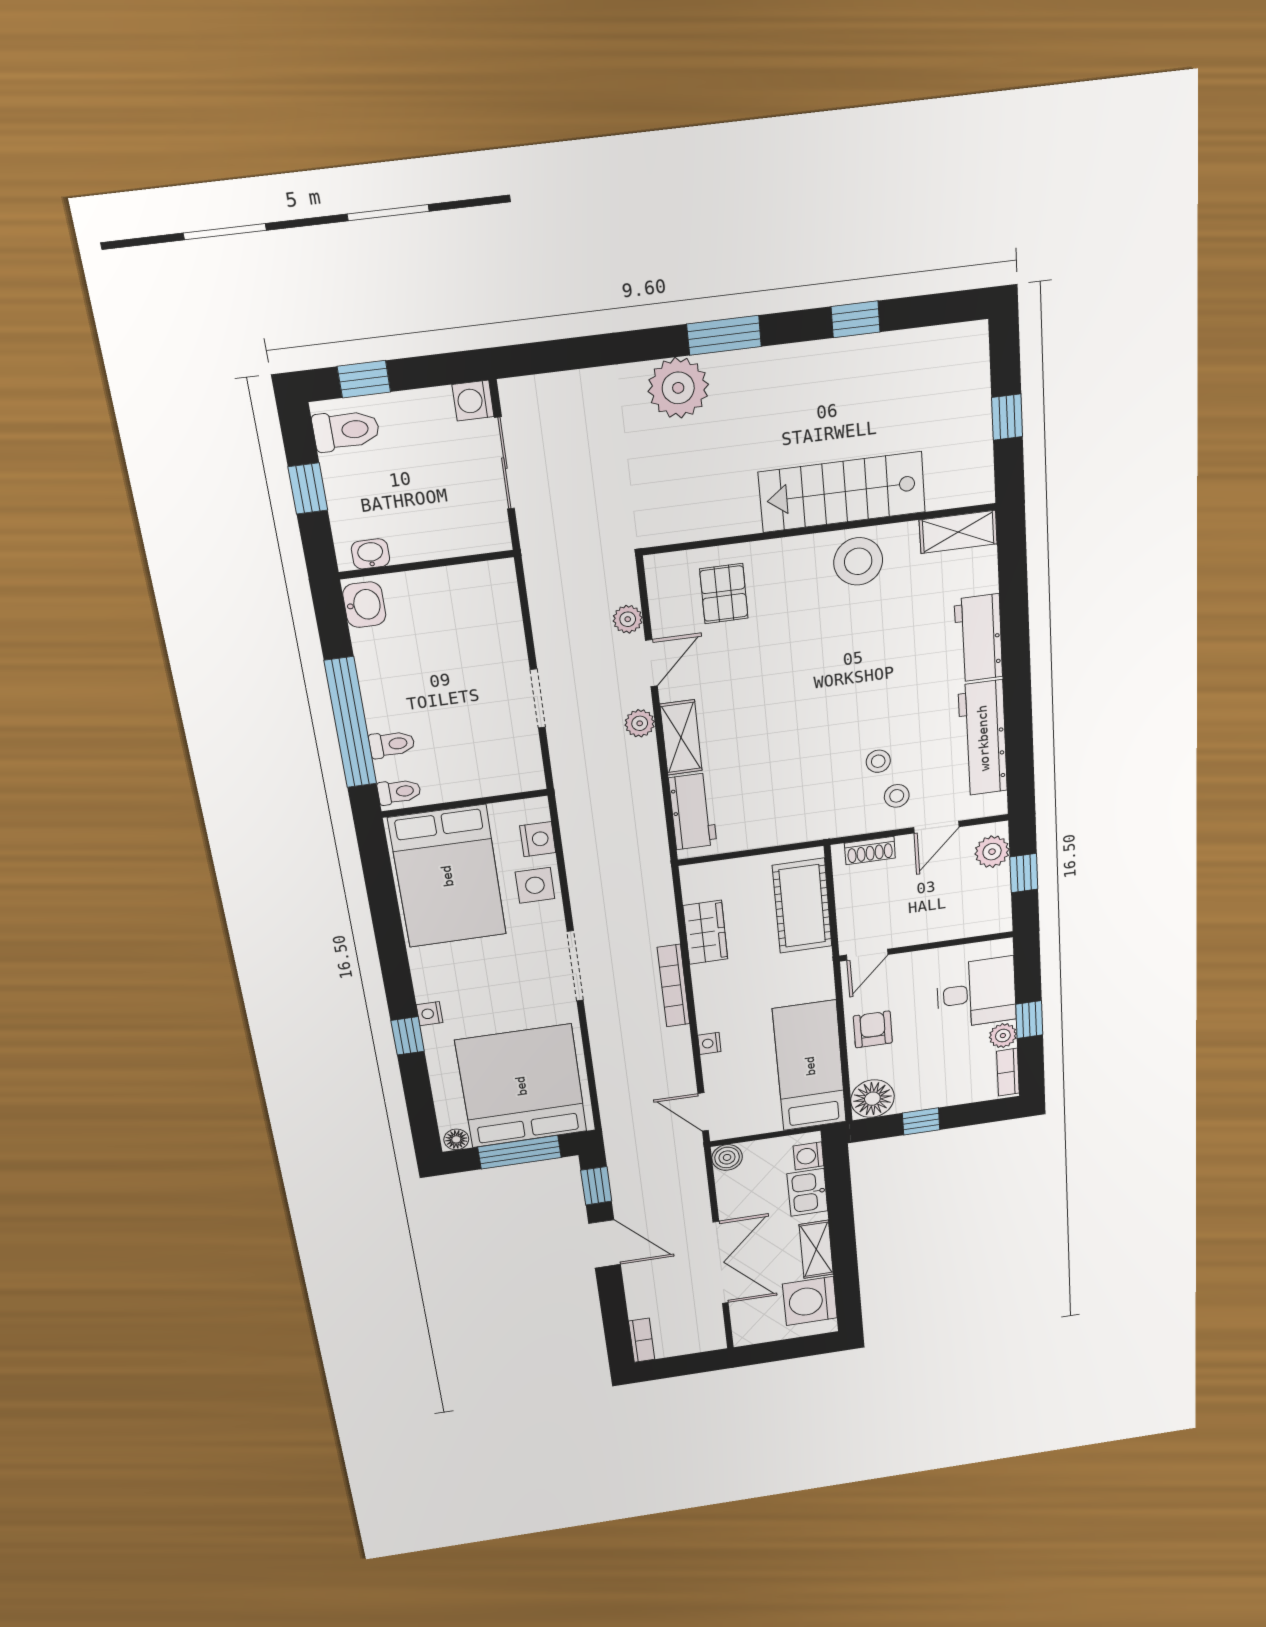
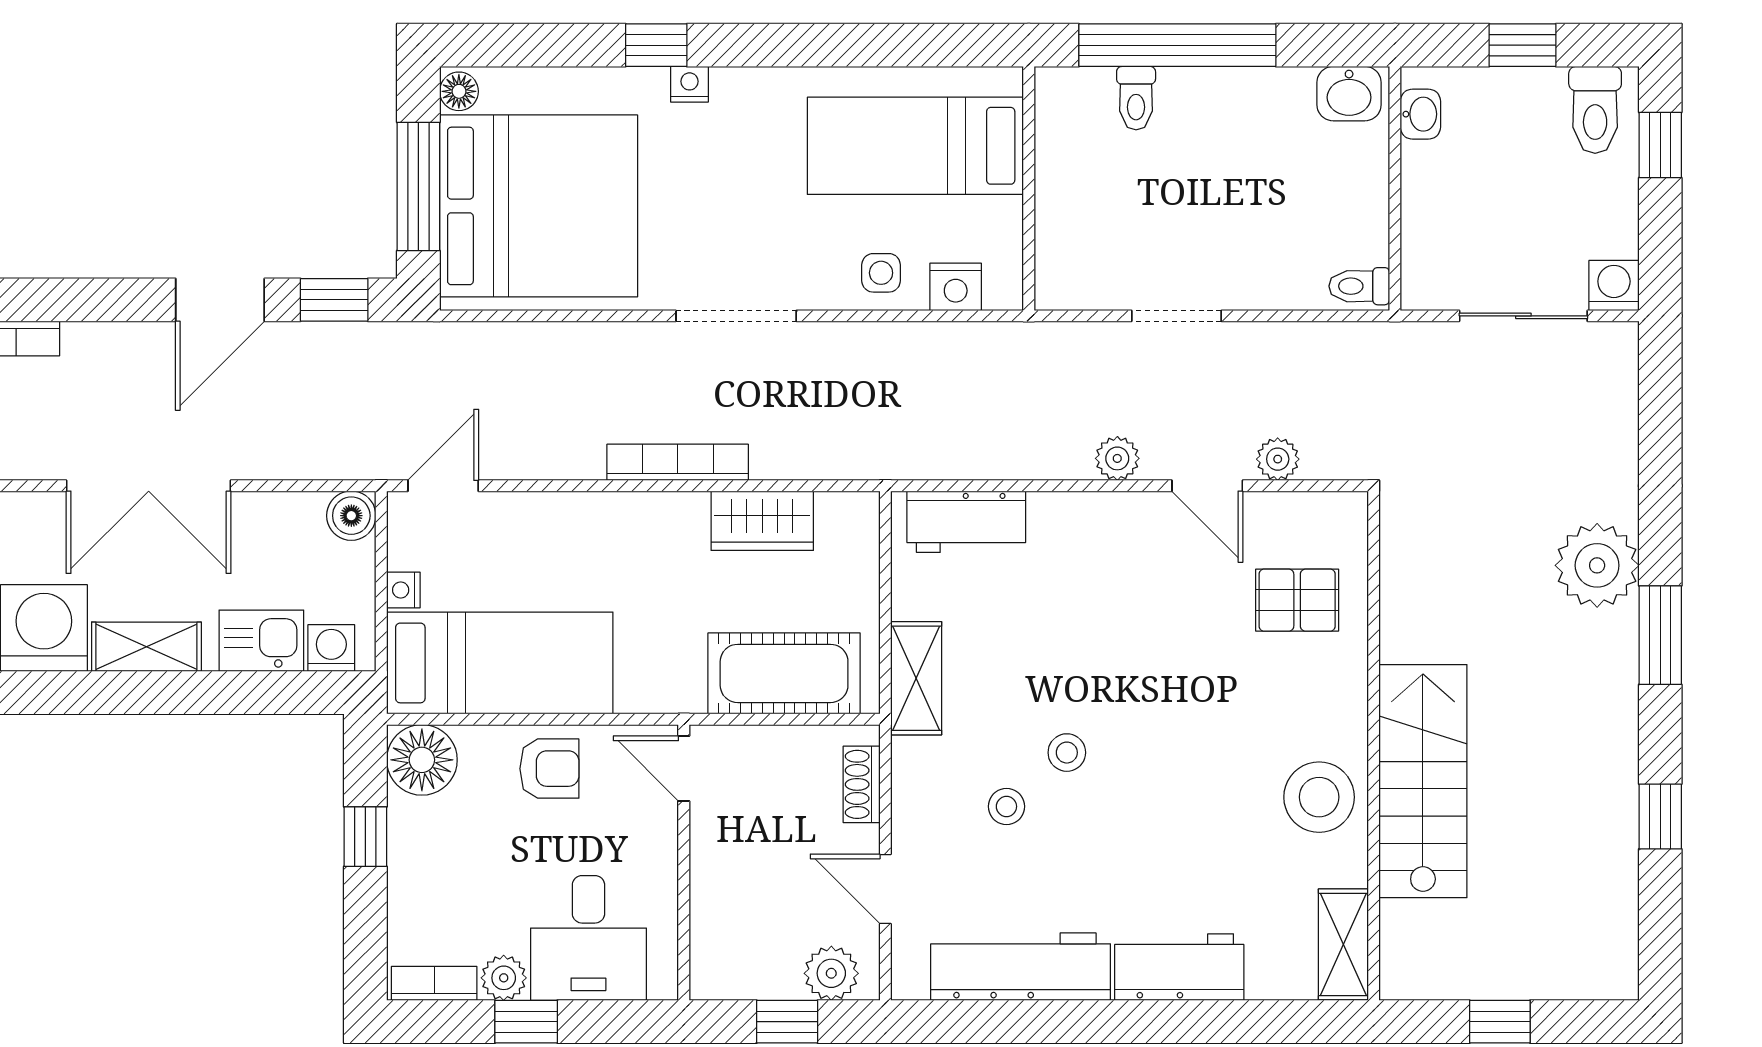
shelving: (681, 737) -> (916, 678), moved, turned 90
toilet: (399, 792) -> (1359, 286), moved, turned 90
stool: (897, 796) -> (1067, 753), moved
bed: (447, 876) -> (915, 146), width x0.67
side table: (535, 885) -> (881, 273), width x0.73, depth x0.73
nightstand: (709, 1043) -> (403, 590), moved, turned -90

